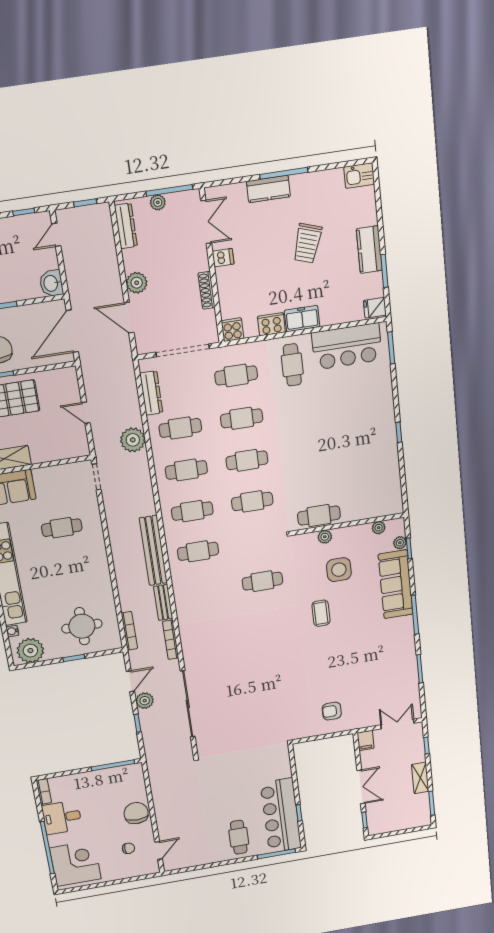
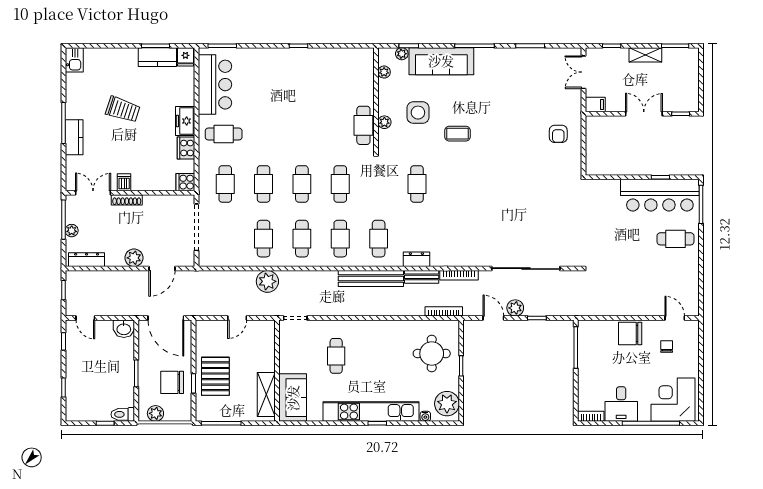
kitchen counter: (369, 250) -> (157, 57), moved
shoe rack: (207, 290) -> (127, 200), moved
dresser: (151, 393) -> (416, 259), moved, width x0.70

